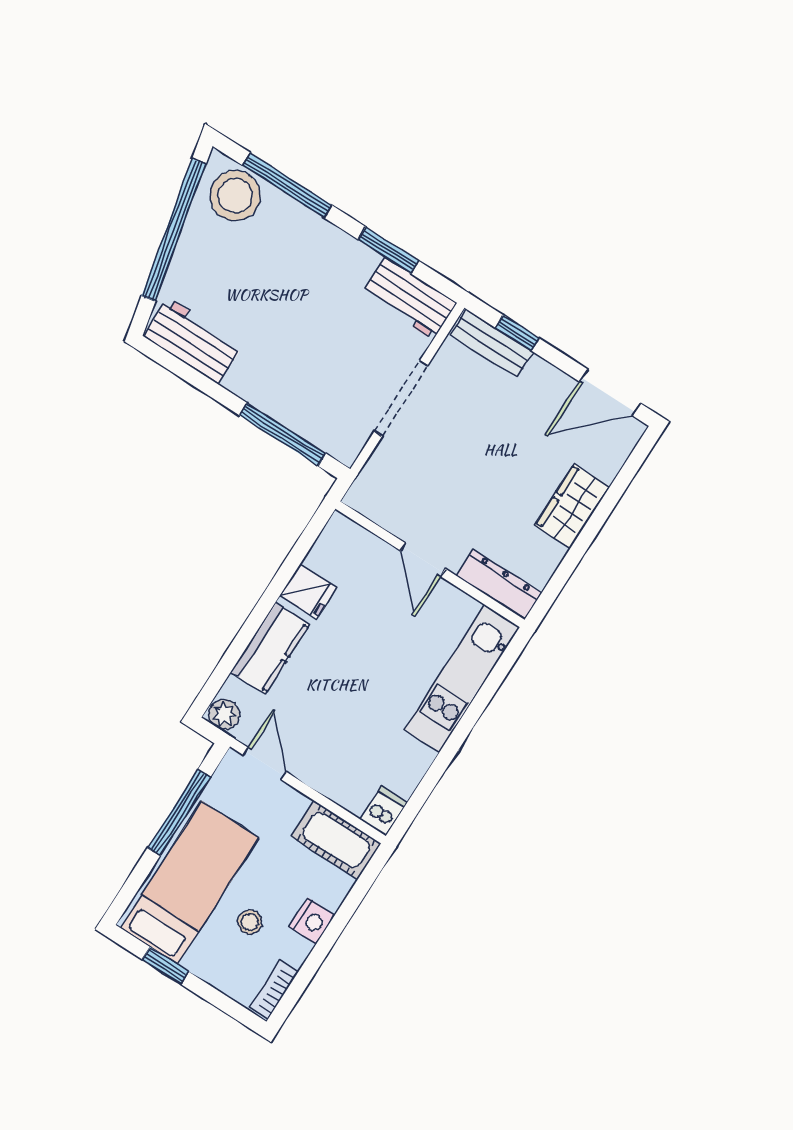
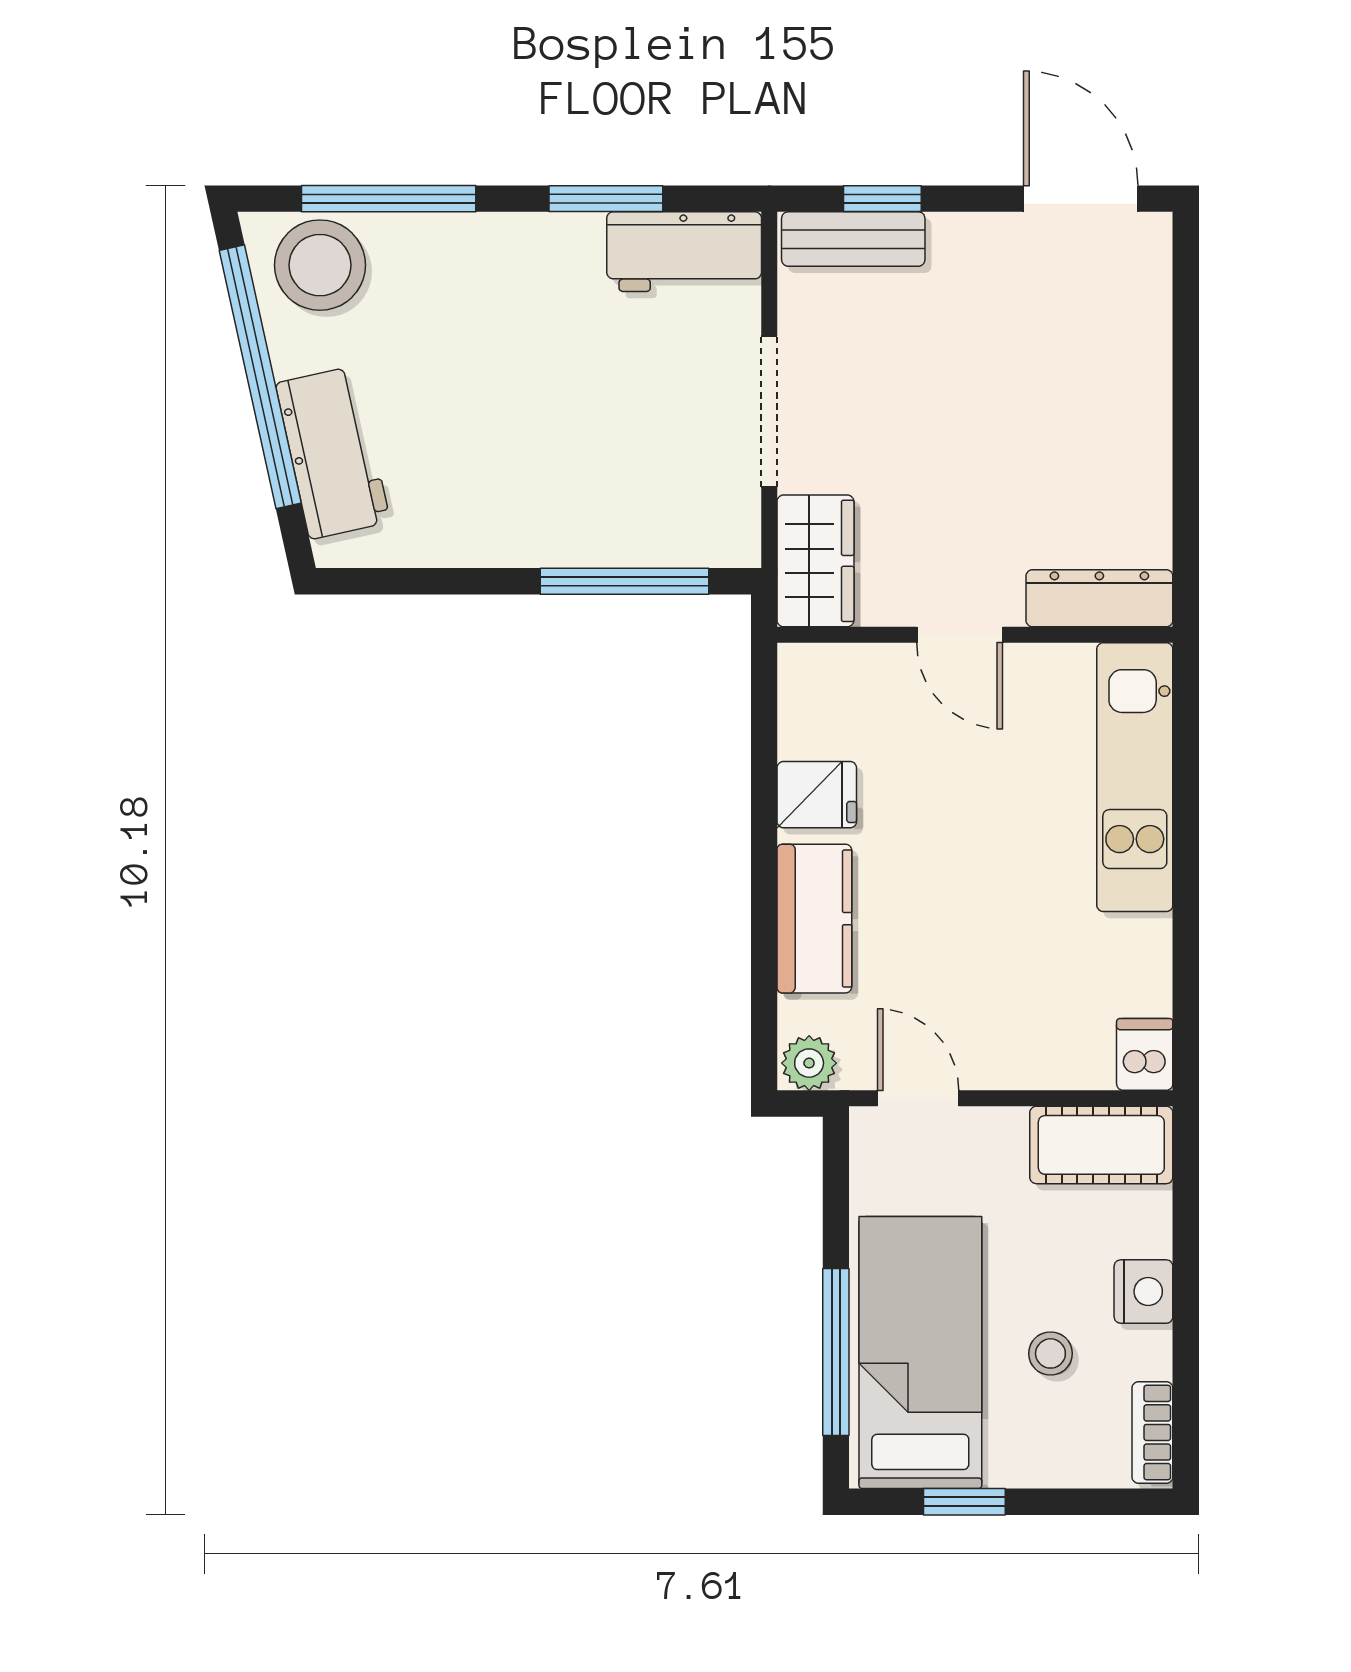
workbench: (193, 341) -> (333, 453), moved, turned 78
door: (610, 392) -> (1081, 199), swing flipped
wardrobe: (572, 506) -> (815, 561), moved, turned 180
window: (179, 812) -> (836, 1352), moved

